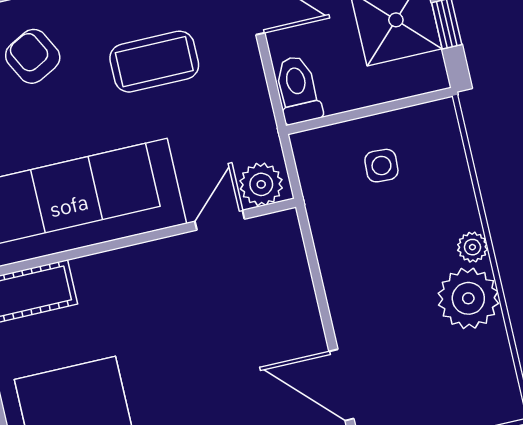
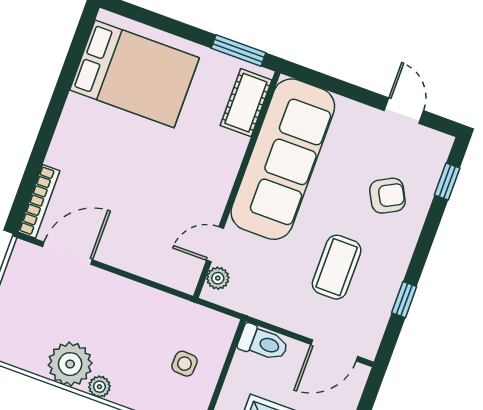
plant: (261, 184) -> (218, 278), width x0.73, depth x0.73
door: (220, 220) -> (215, 244), swing flipped

